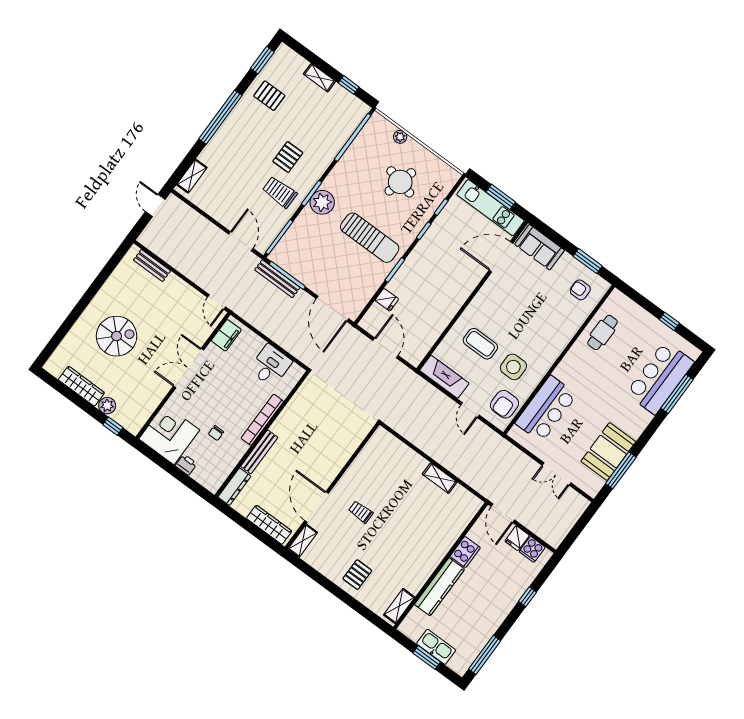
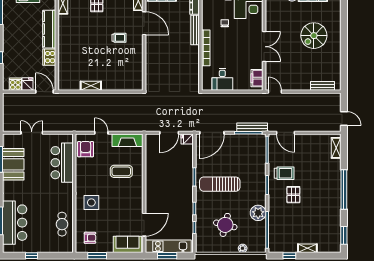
pallet: (269, 96) -> (327, 219), removed
plant: (322, 202) -> (258, 213), moved
fridge: (387, 300) -> (187, 139), moved
door: (332, 309) -> (212, 133), swing flipped
door: (386, 348) -> (169, 133), hinge flipped
side table: (513, 367) -> (91, 203), moved

